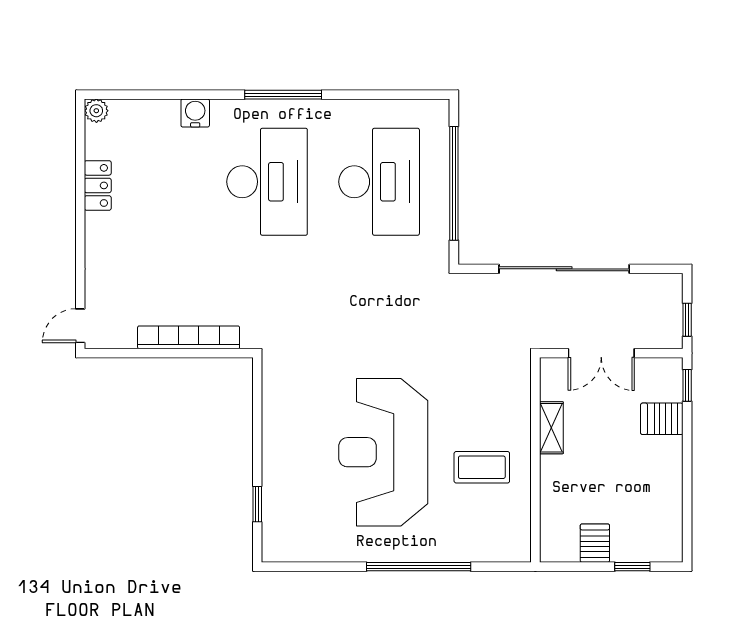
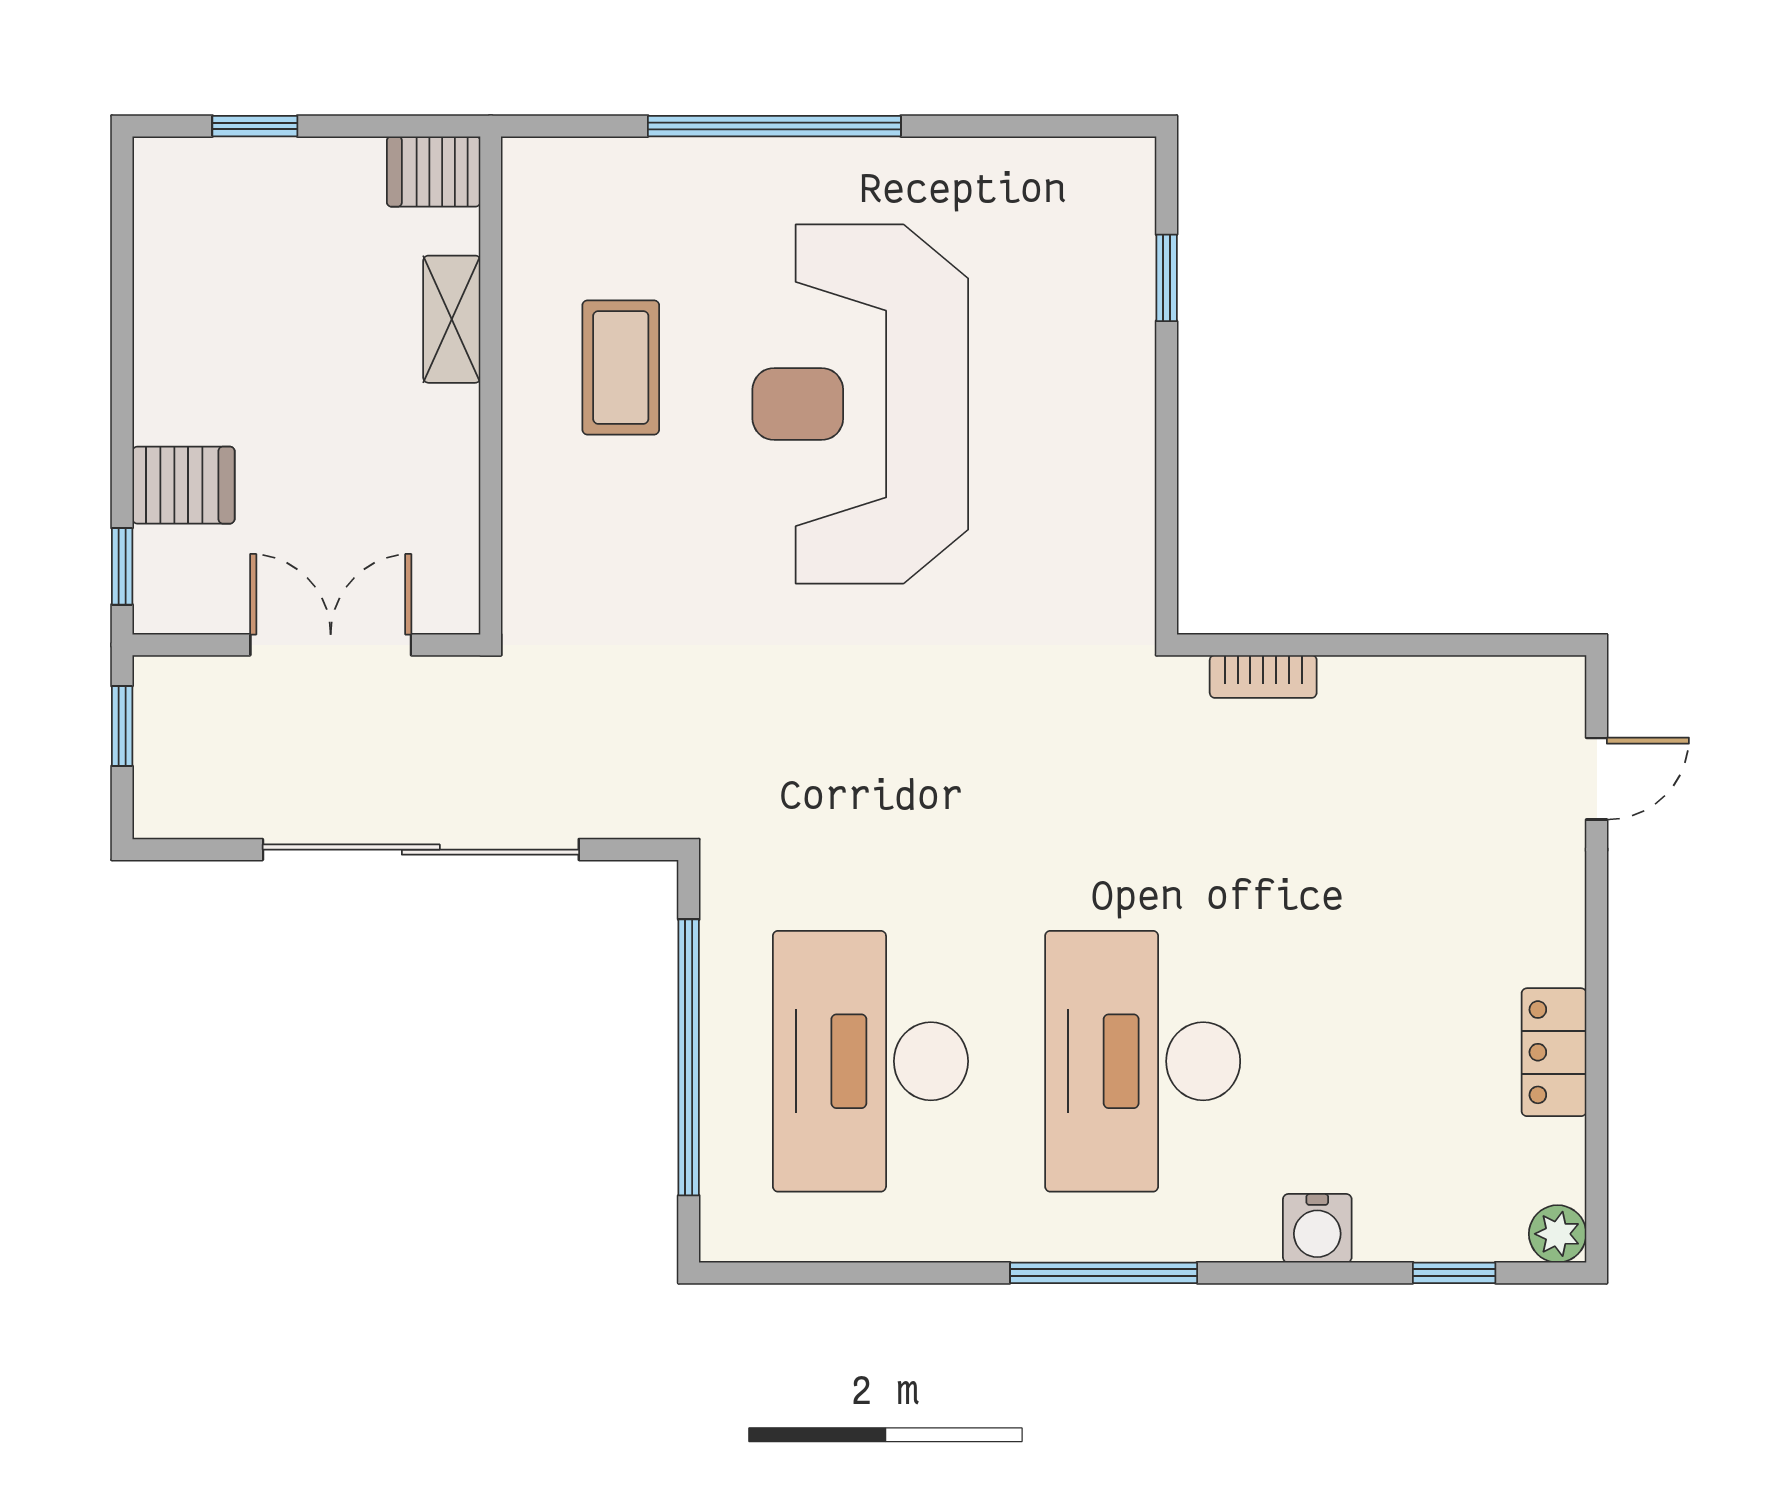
window: (139, 95) -> (1454, 1273), added
door: (80, 326) -> (1597, 779), moved
bookcase: (189, 337) -> (1263, 676), width x0.43, depth x0.76
shelving: (551, 428) -> (452, 319), moved
reception desk: (383, 452) -> (860, 404), turned 180
coffee table: (482, 467) -> (621, 367), turned 90
server rack: (595, 543) -> (434, 171), moved, turned 90

